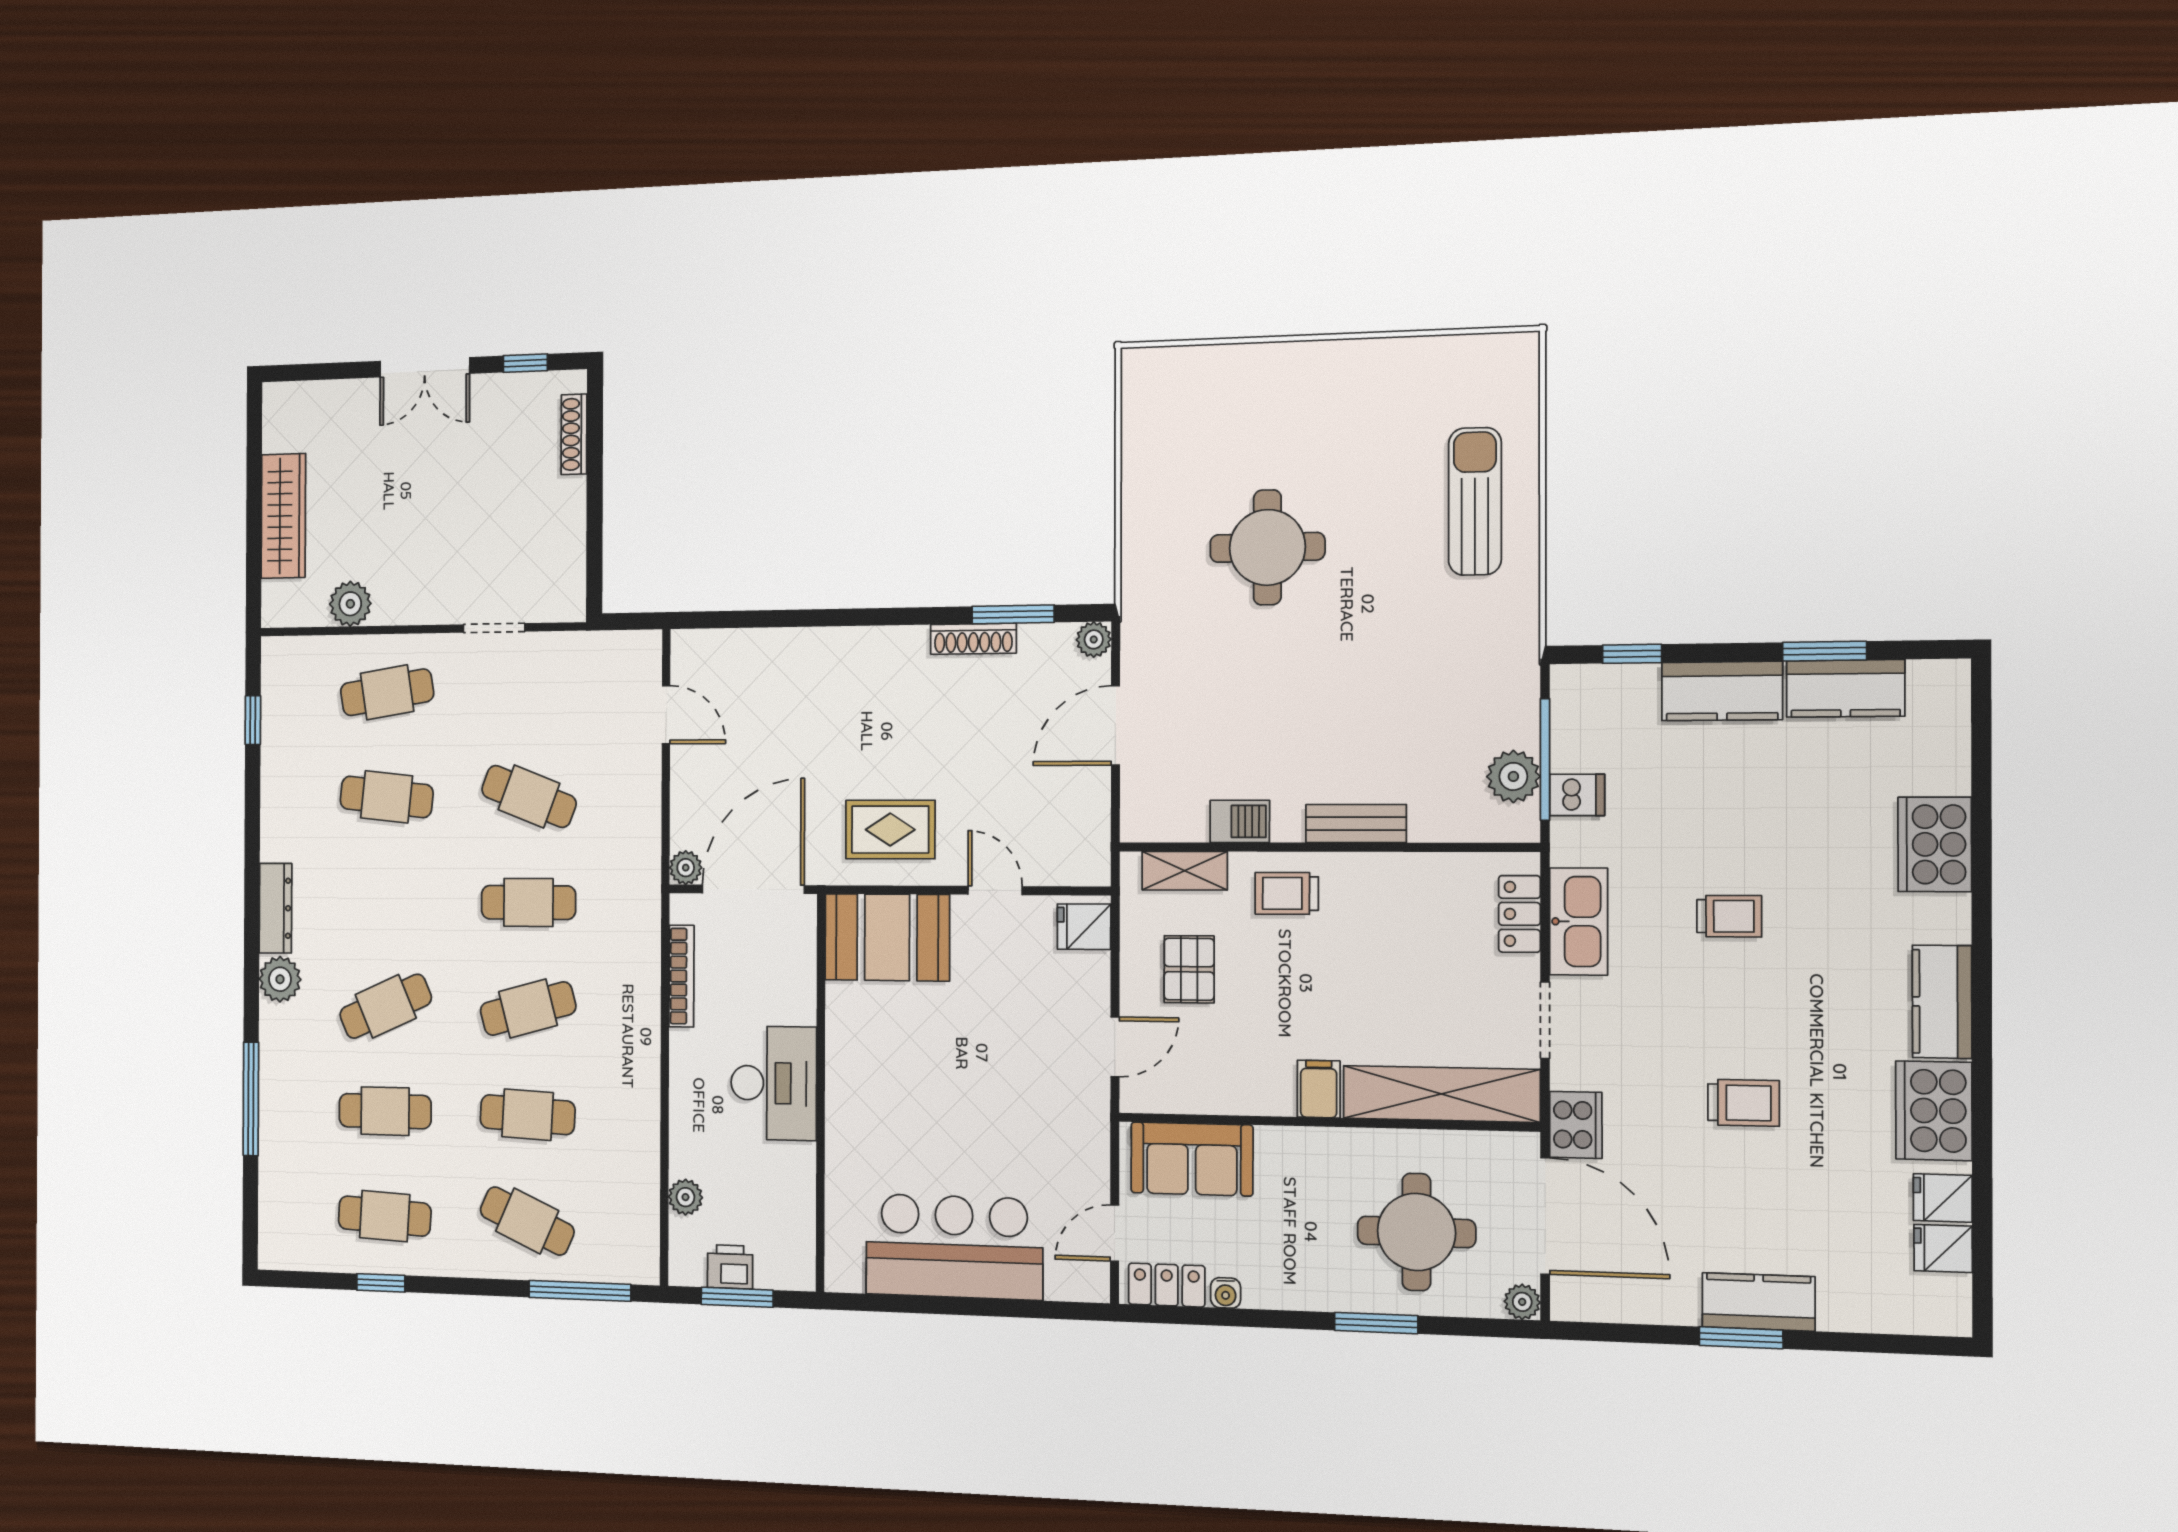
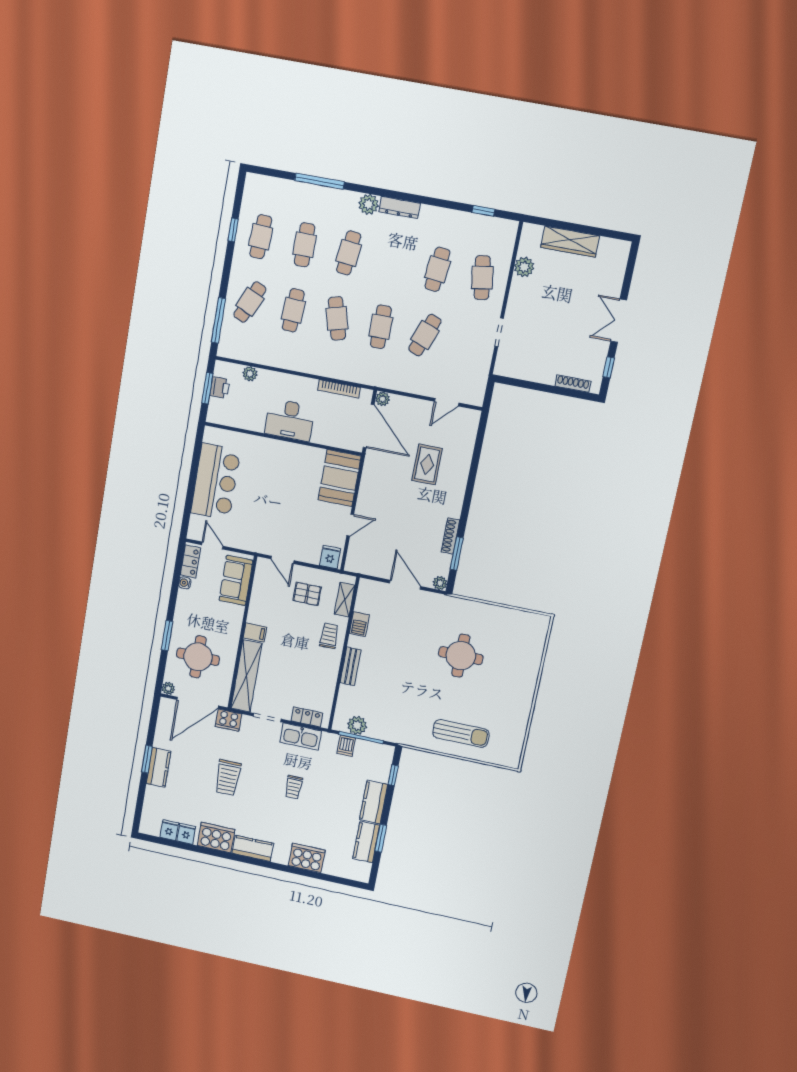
rug: (890, 830) -> (427, 464), moved
cafe table: (386, 1006) -> (349, 253), turned 30
trolley: (1744, 1103) -> (228, 778), width x1.36, depth x1.39

